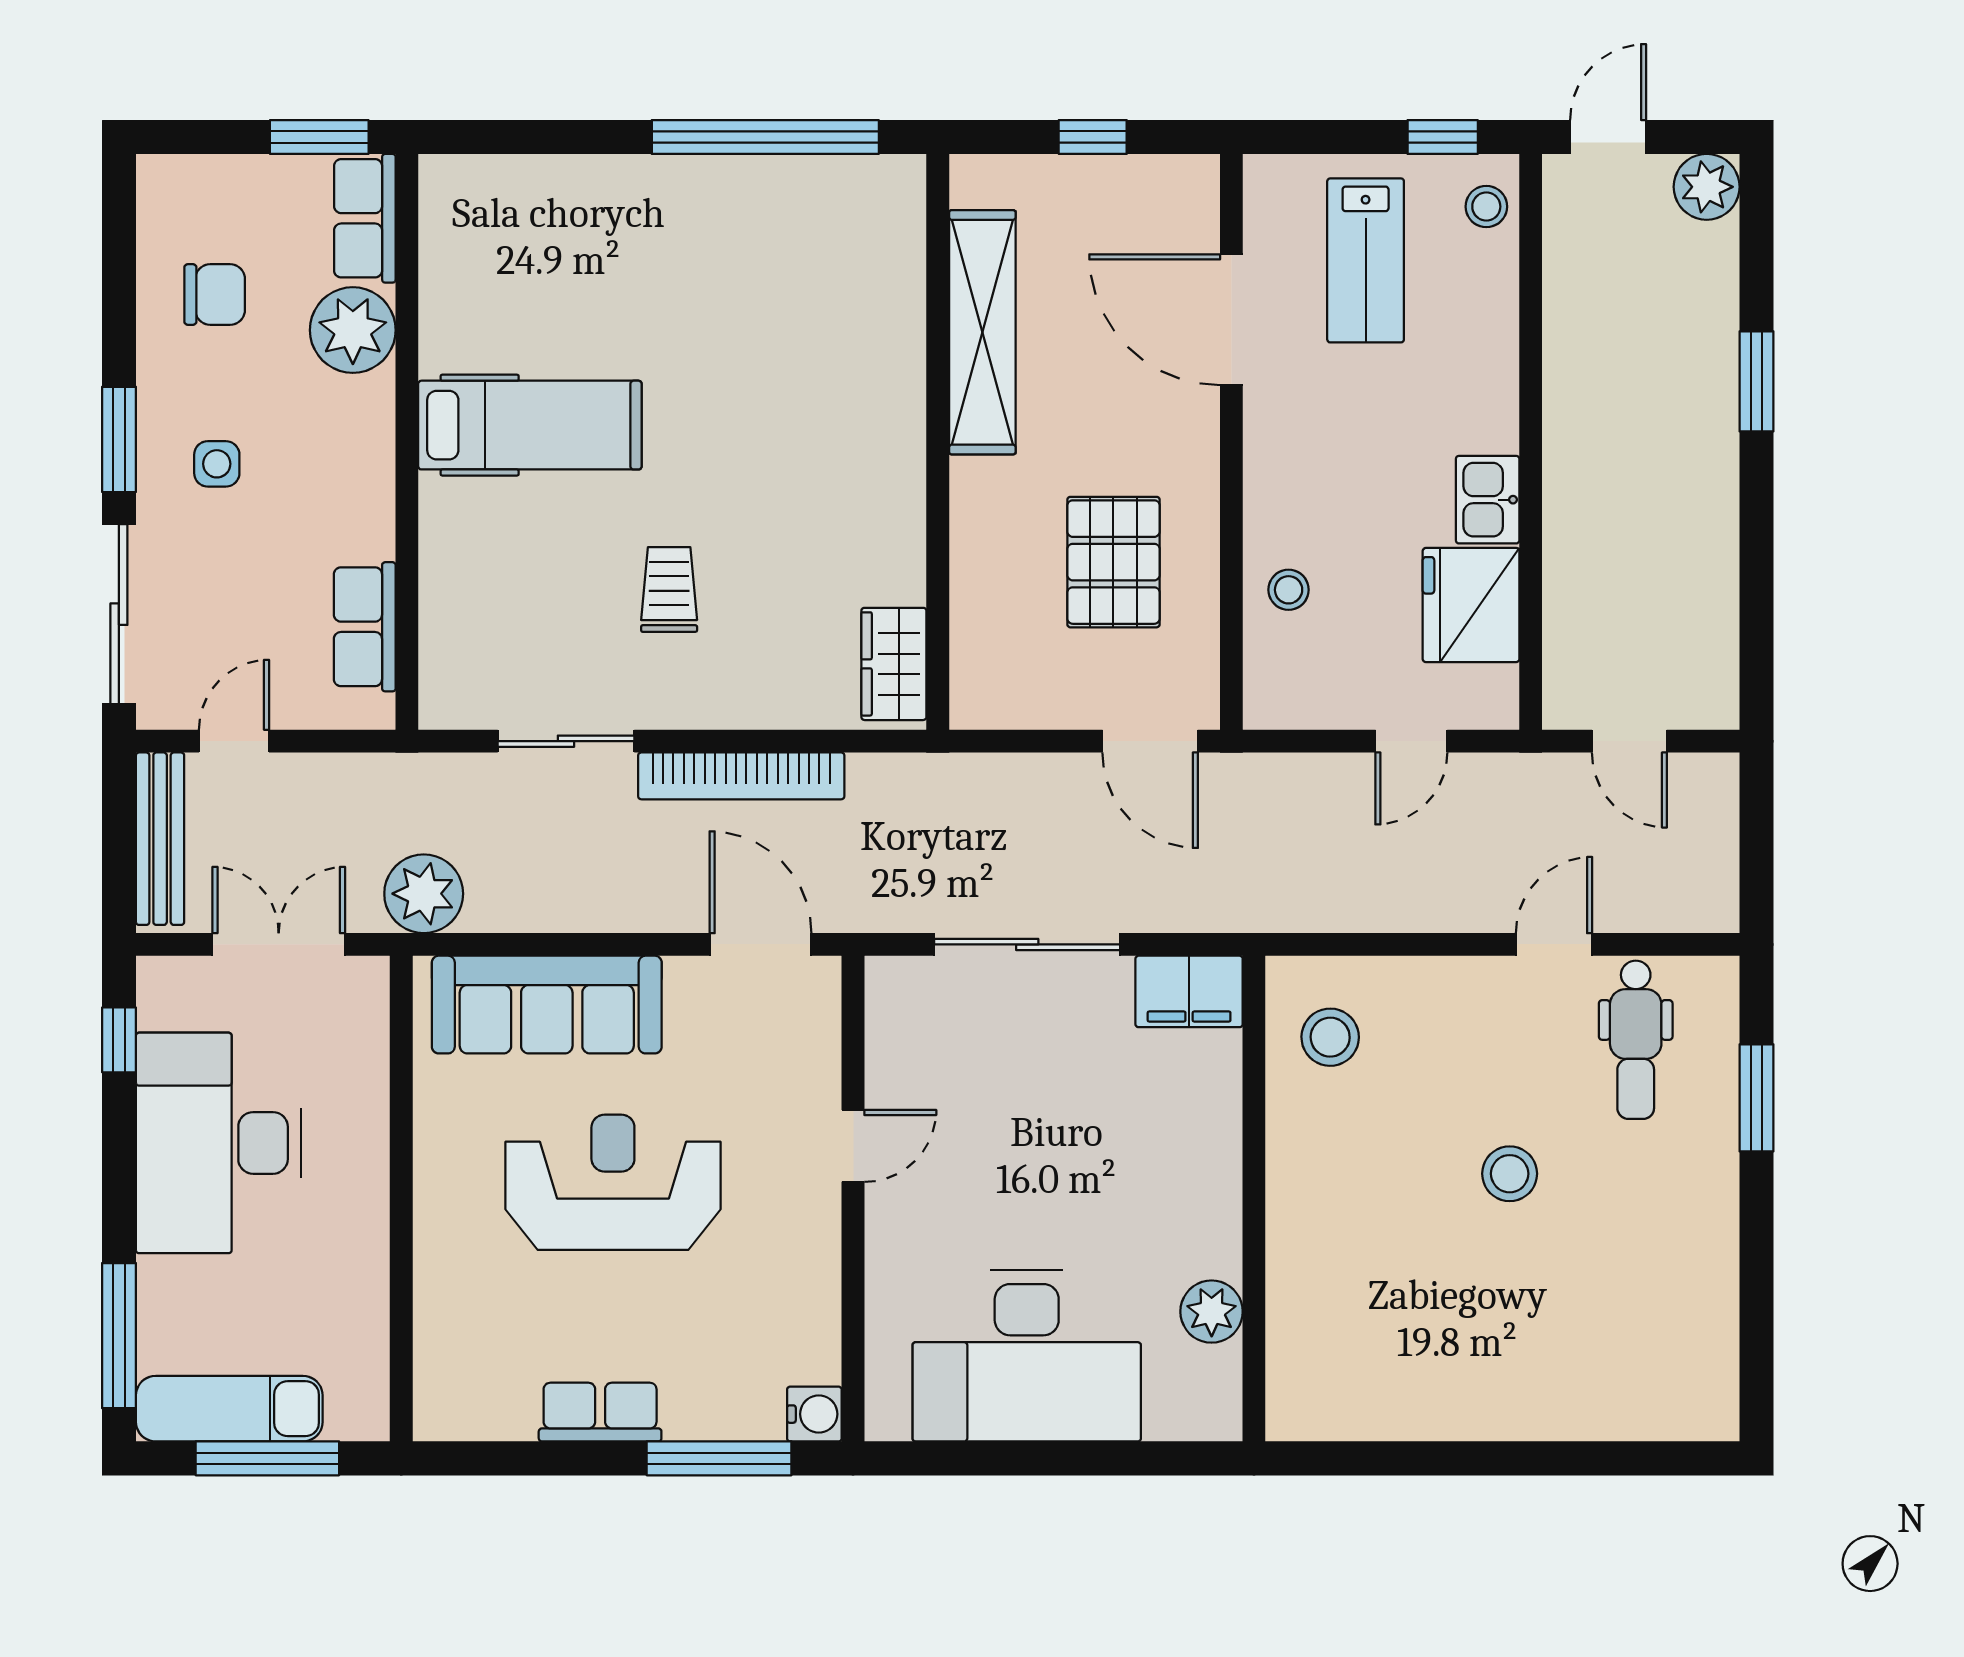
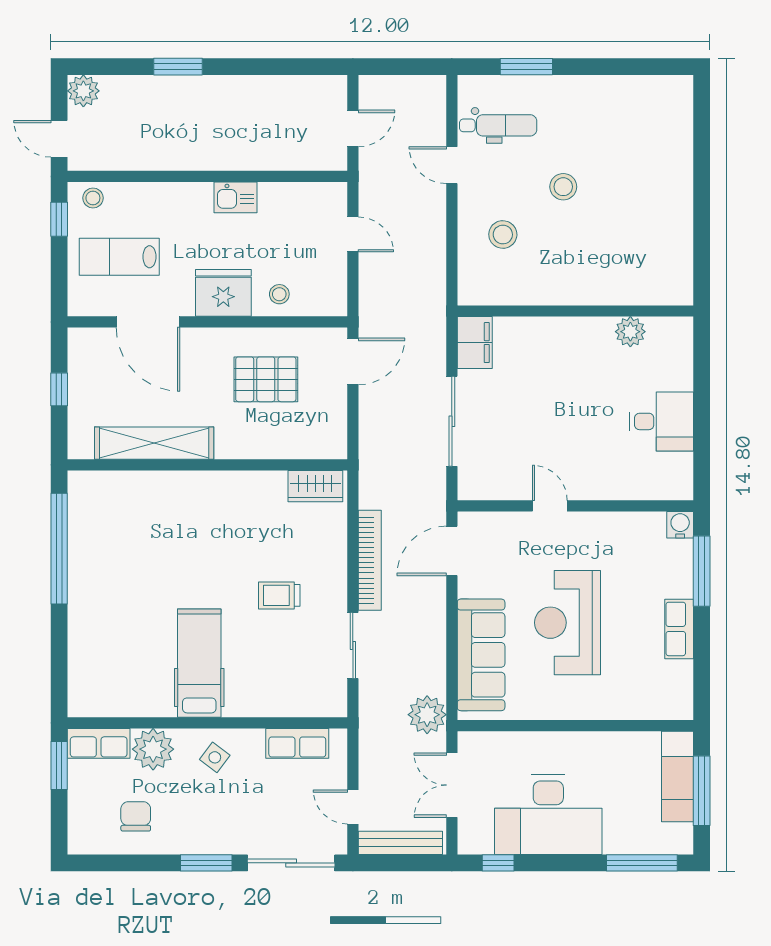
lab bench: (1366, 260) -> (119, 257), turned 180
door: (1231, 320) -> (148, 322), hinge flipped
side table: (217, 464) -> (215, 757), moved, turned 37
fridge: (1471, 605) -> (223, 293), moved, turned 180
stool: (1330, 1037) -> (503, 235), moved
desk: (1027, 1356) -> (661, 421), width x0.53, depth x0.77
exam couch: (229, 1409) -> (677, 777), moved

